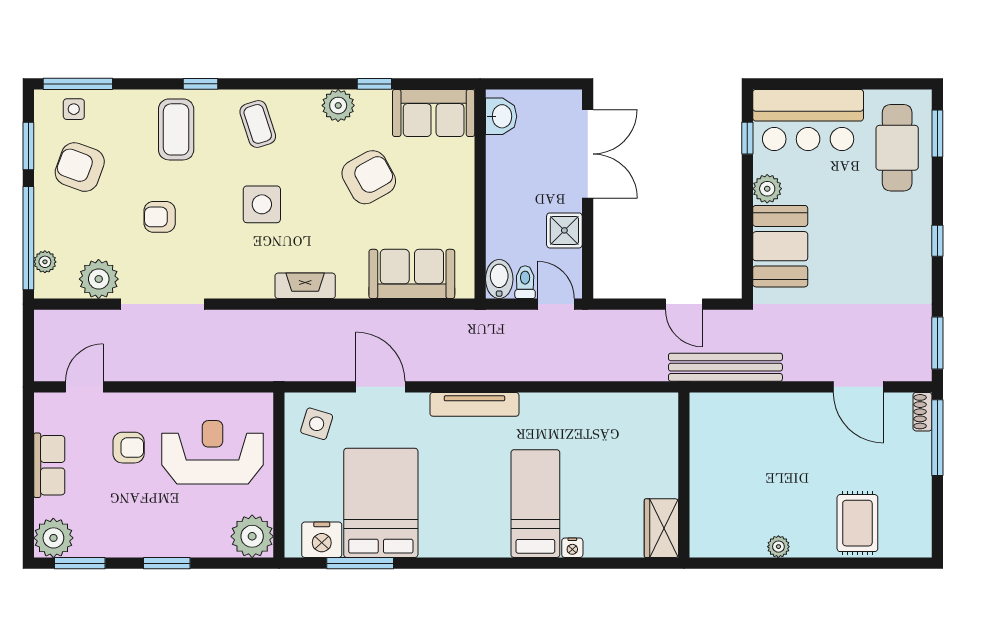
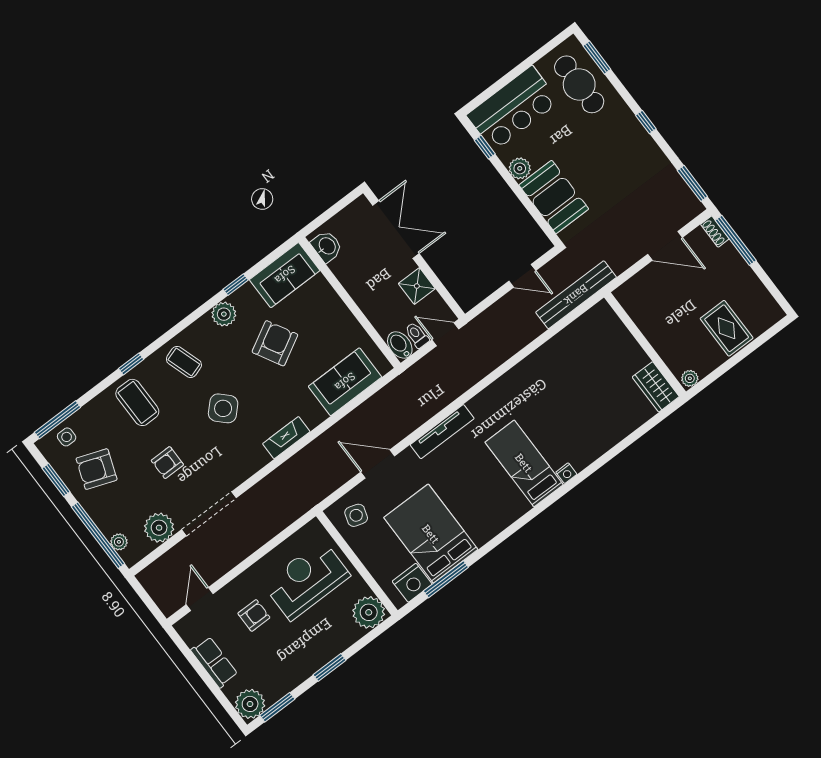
side table: (262, 204) -> (223, 408), turned 45
wall: (684, 475) -> (645, 345), moved
wardrobe: (661, 528) -> (656, 387), moved

